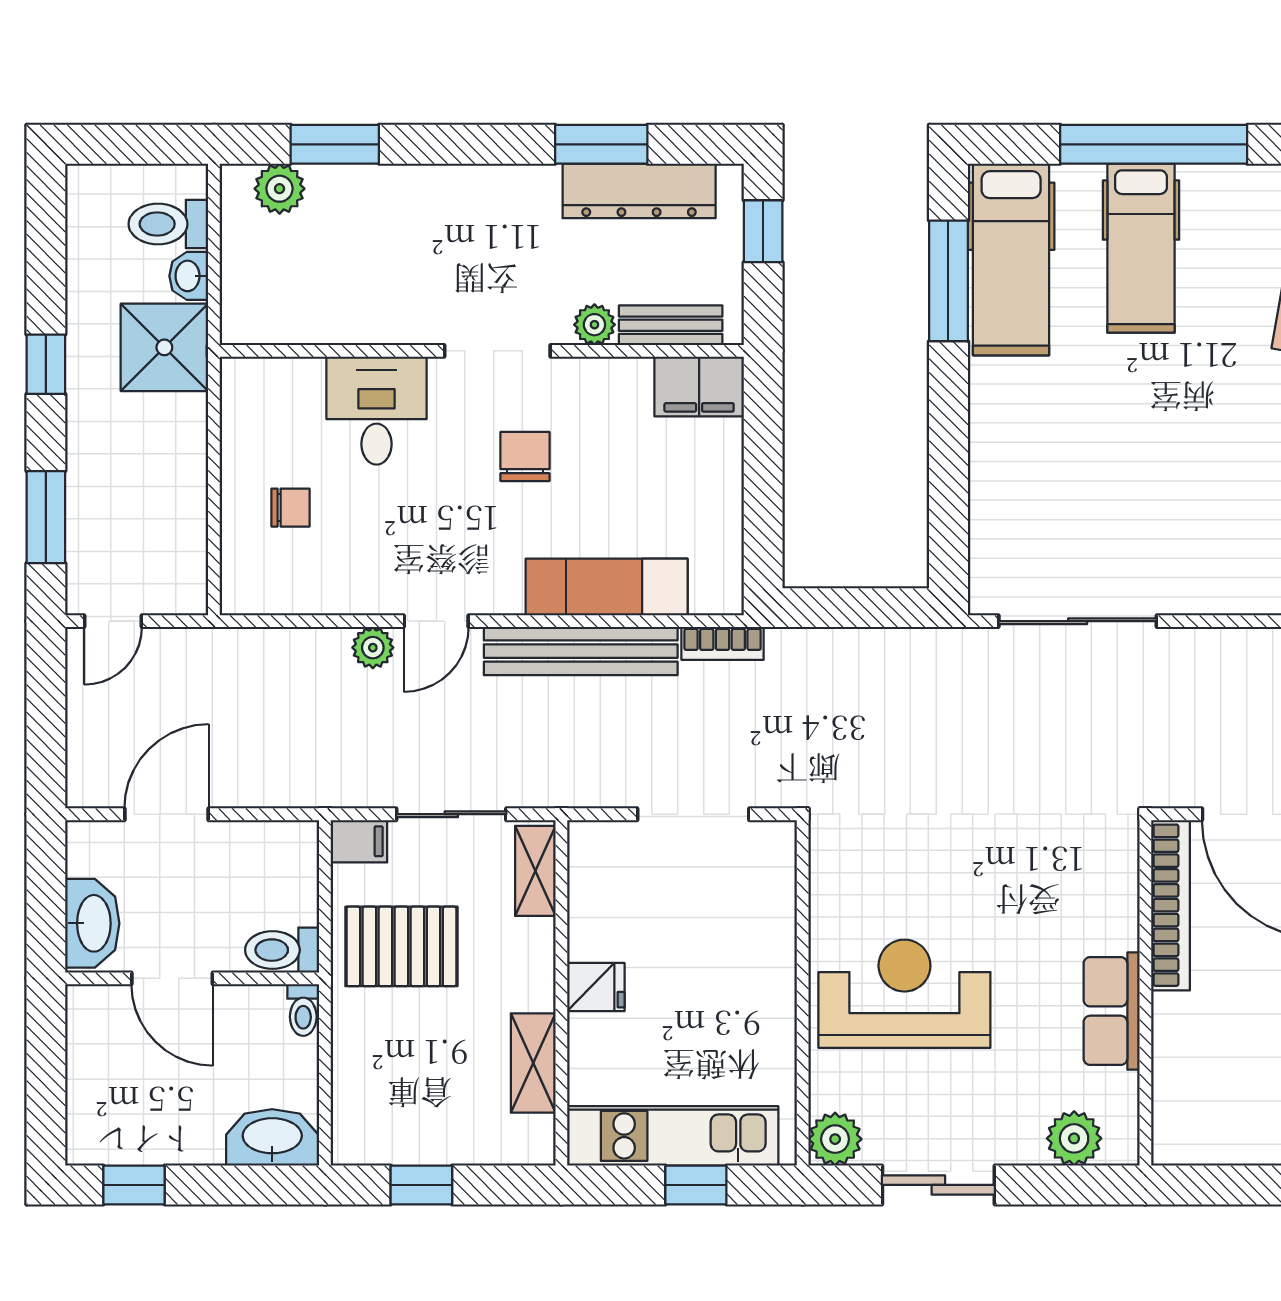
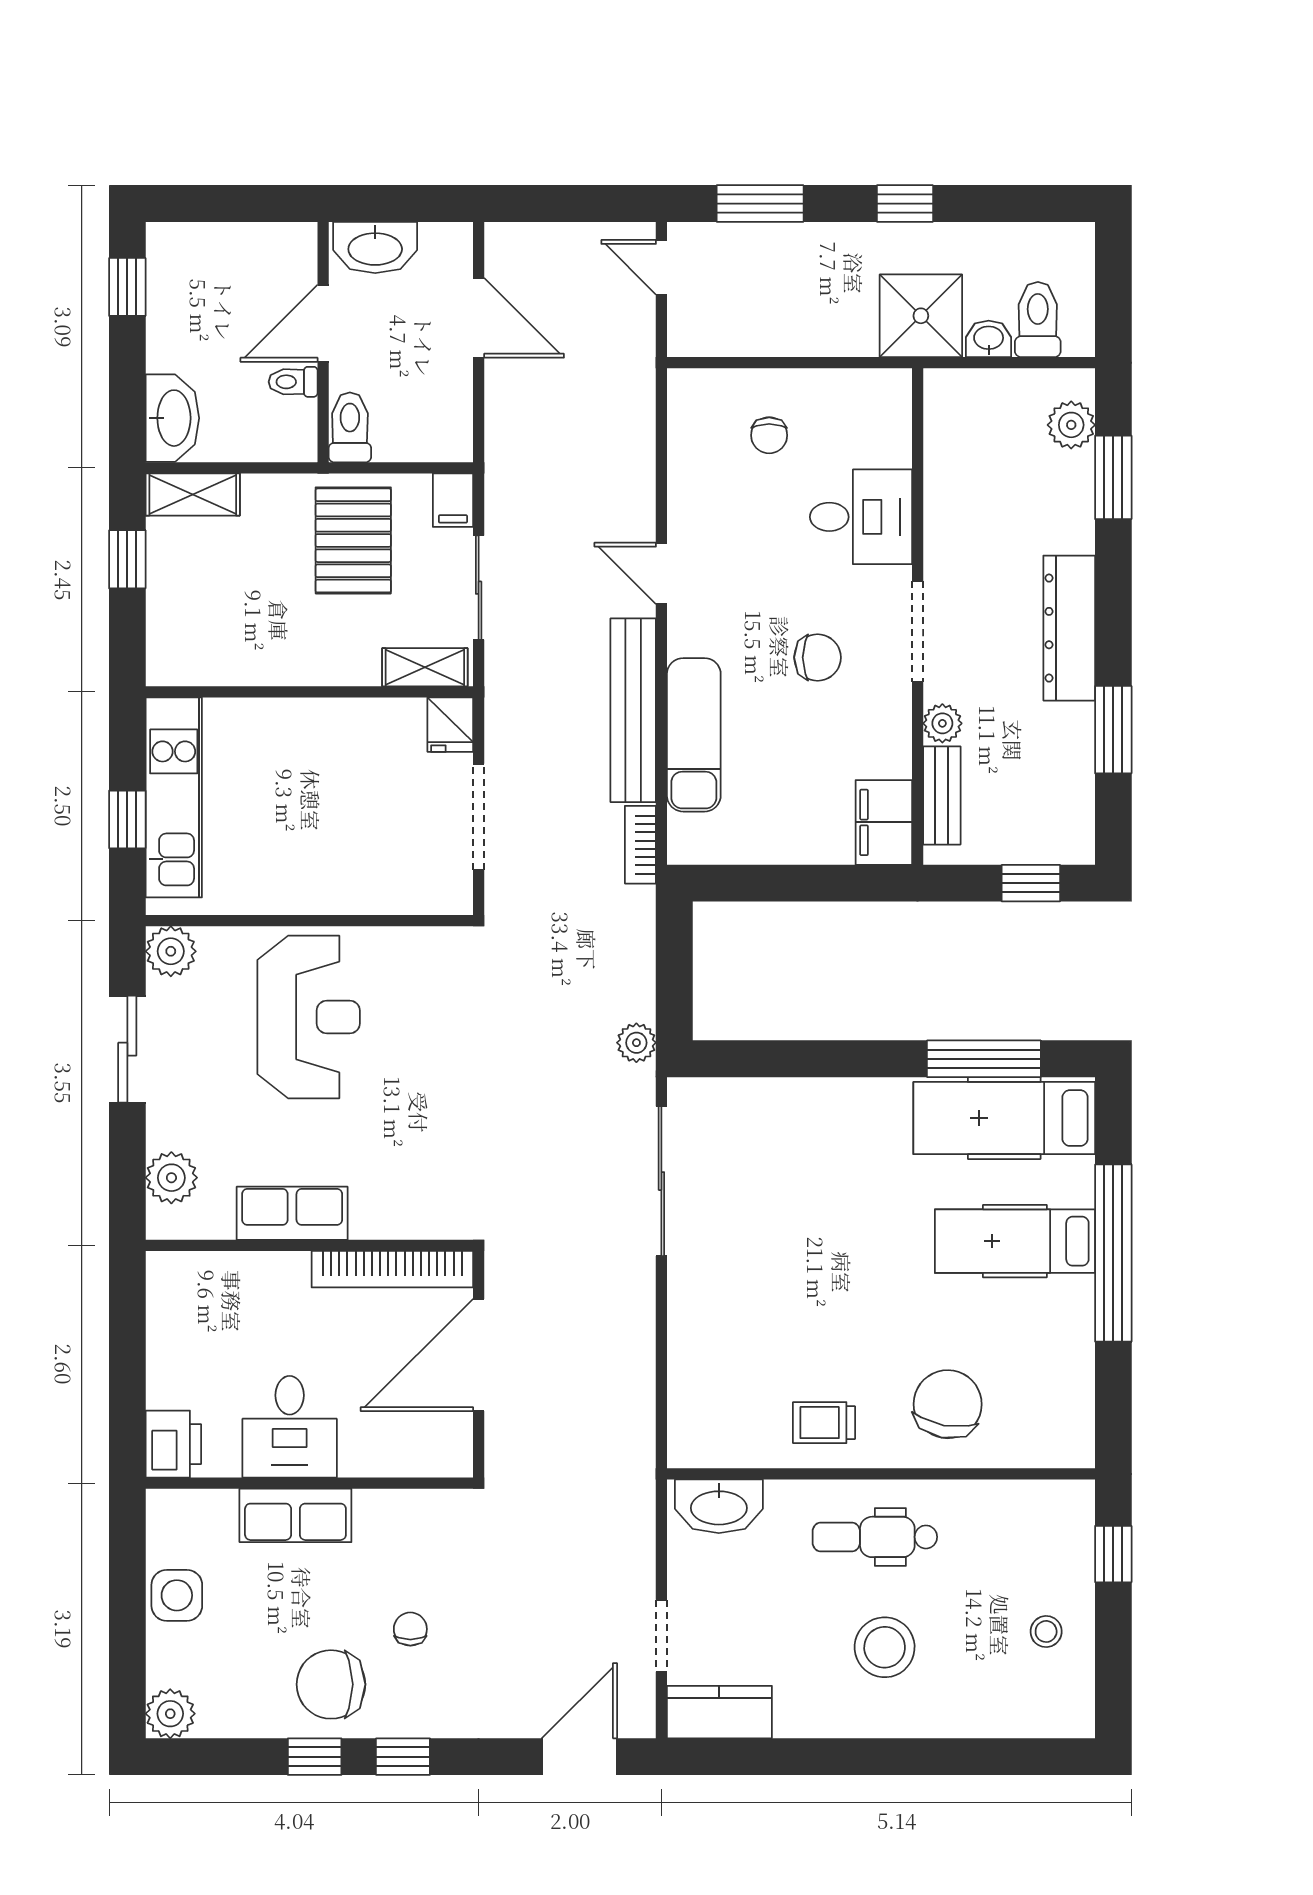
dresser: (639, 191) -> (1069, 628), moved
plant: (373, 648) -> (636, 1043), moved
fridge: (596, 987) -> (450, 725), moved
toilet: (303, 1010) -> (293, 382), moved
shelving: (533, 1063) -> (193, 495), moved

